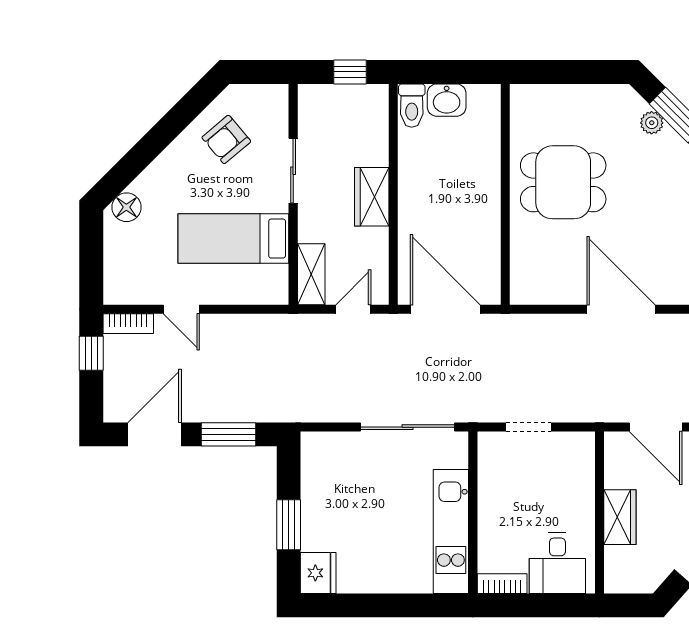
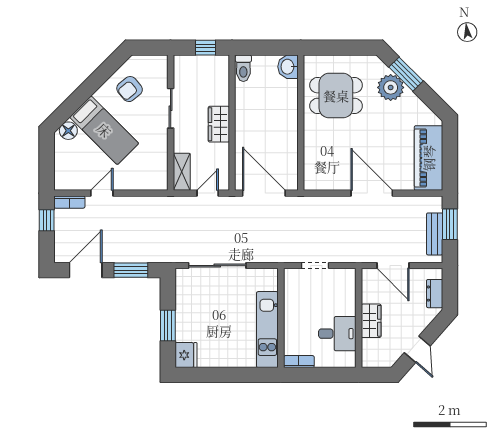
washbasin: (447, 100) -> (288, 67), moved, turned 90
plant: (652, 123) -> (391, 87), width x1.87, depth x1.87
dining table: (563, 182) -> (336, 96), moved
bed: (233, 239) -> (104, 130), moved, turned -135
door: (181, 309) -> (102, 193), swing flipped
sliding door: (407, 427) -> (217, 266), moved
desk: (557, 563) -> (337, 334), moved, turned -90

